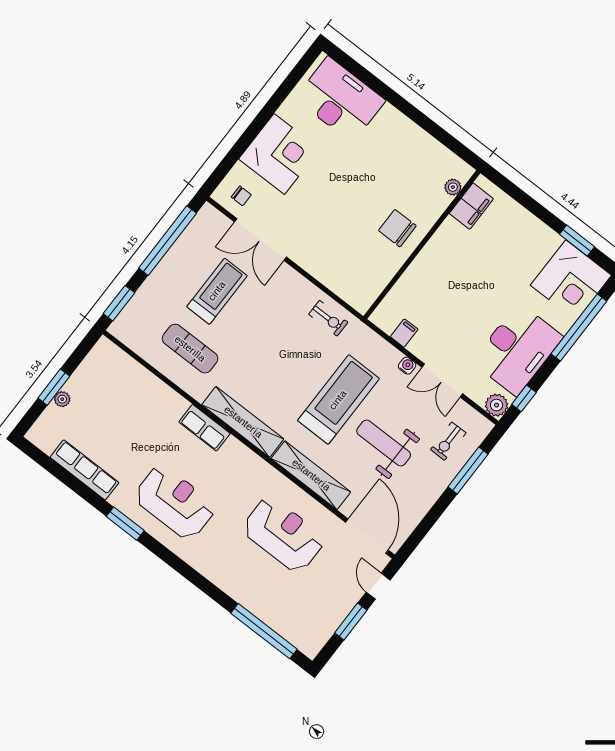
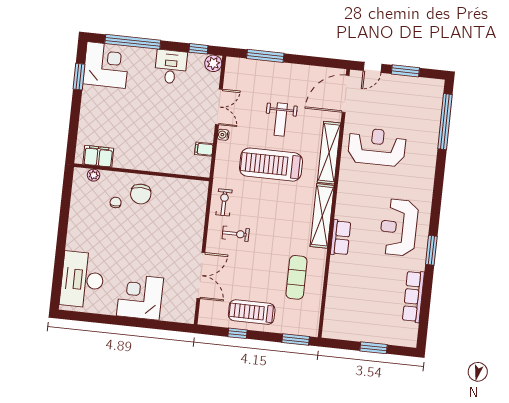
chair: (241, 196) -> (116, 202), moved
window: (168, 241) -> (237, 333), width x0.32
treadmill: (217, 291) -> (252, 312), moved
desk: (518, 349) -> (171, 67), width x0.53, depth x0.77
plant: (62, 399) -> (378, 338), removed
exercise bike: (448, 441) -> (236, 234), moved
weight bench: (384, 443) -> (281, 119), width x0.73, depth x0.75
reception desk: (283, 534) -> (377, 147), turned 90

